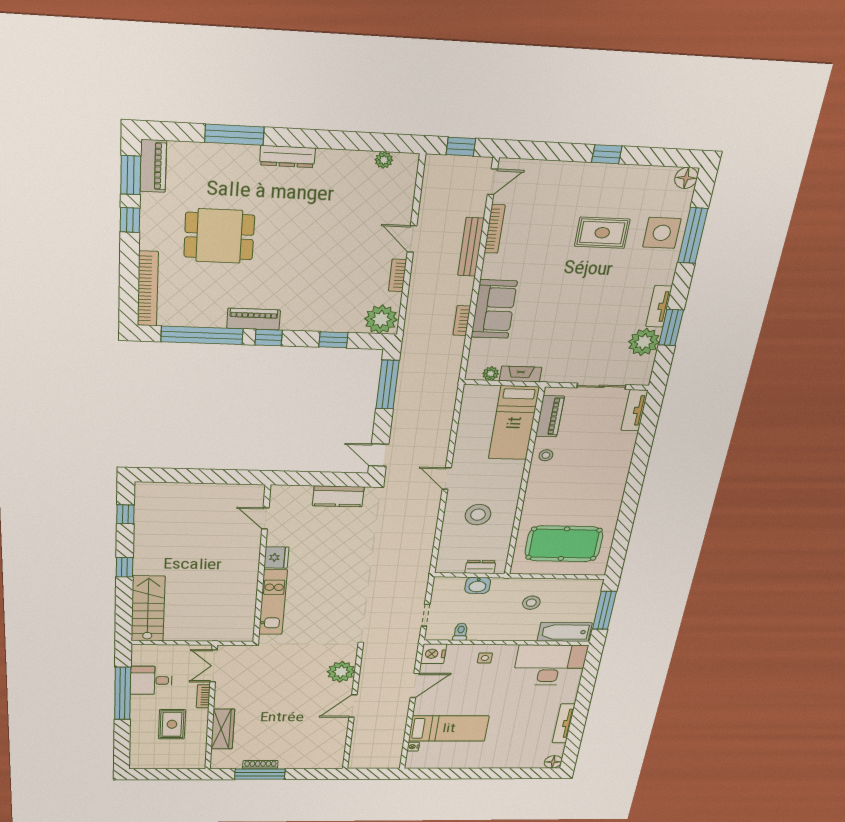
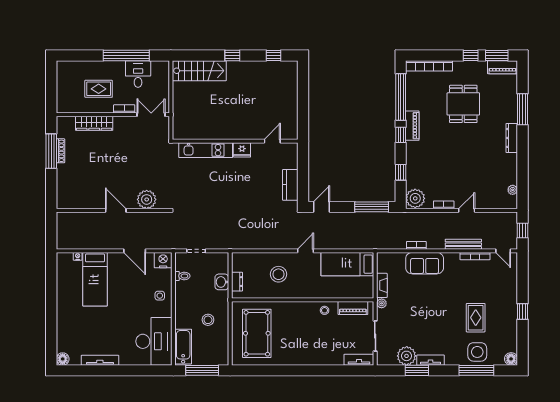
plant: (491, 374) -> (382, 303), moved
bed: (514, 423) -> (347, 264), moved

